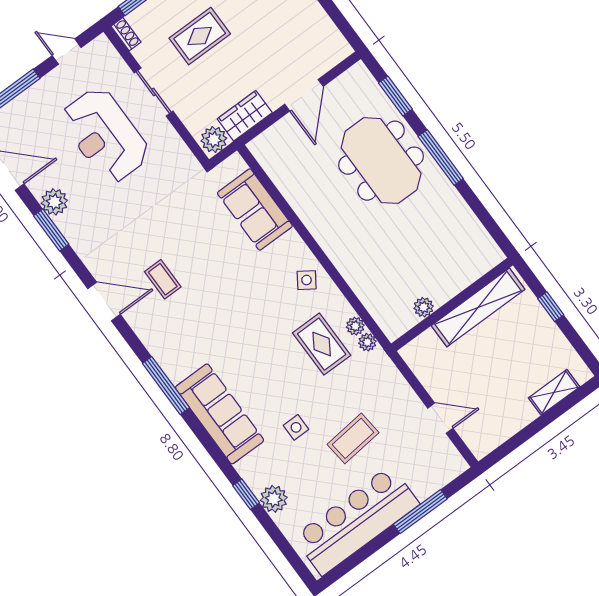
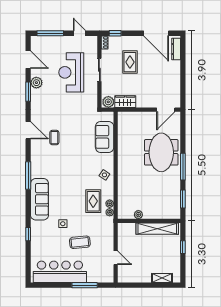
rug: (200, 36) -> (130, 62), turned 90
door: (304, 95) -> (166, 110), moved
window: (395, 96) -> (183, 199), moved
plant: (274, 499) -> (37, 243), removed

